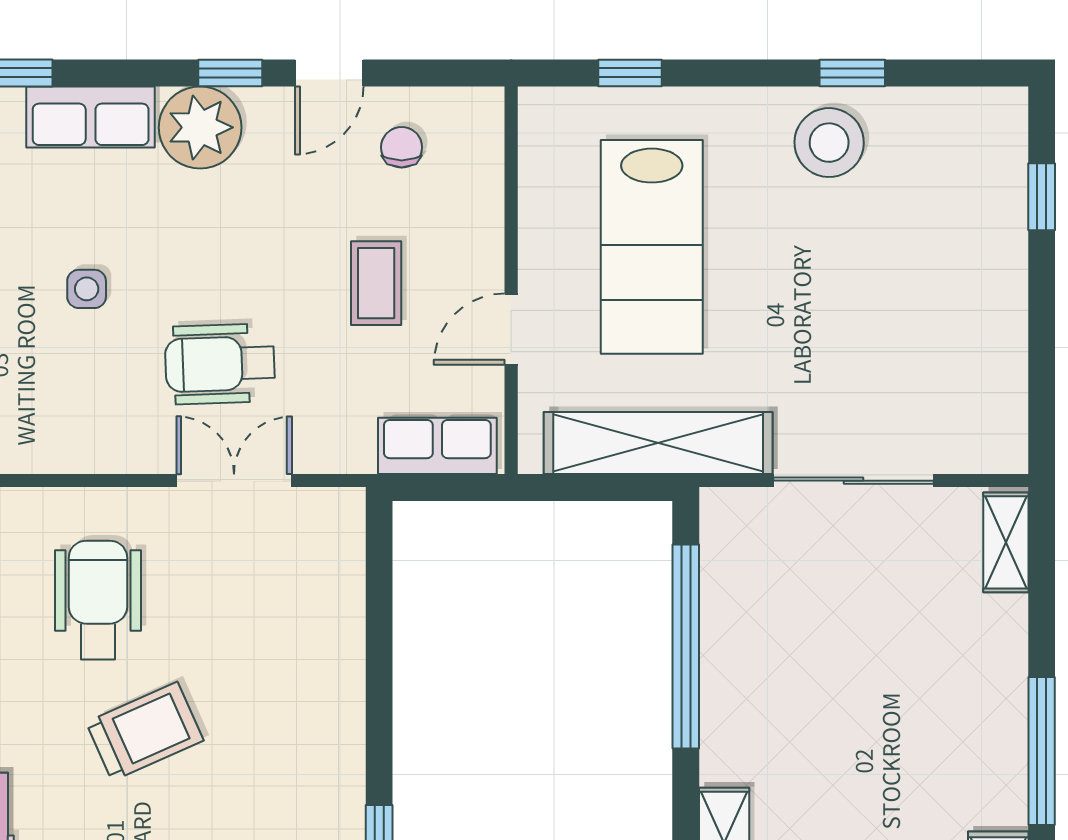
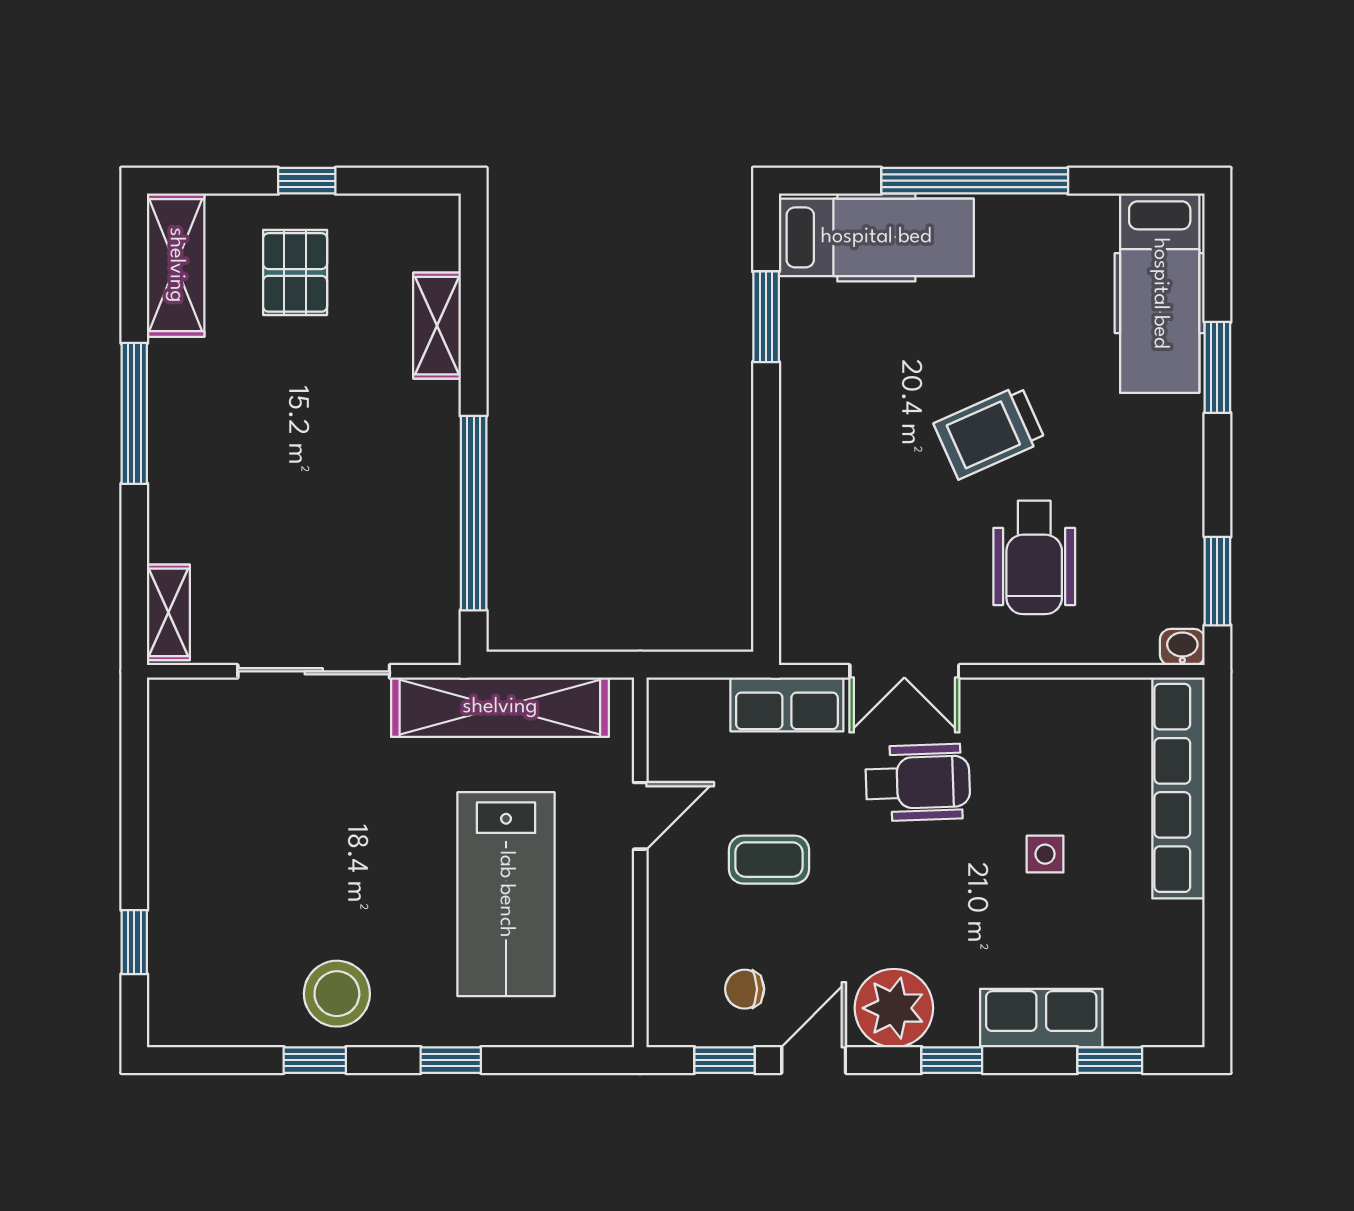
window: (230, 73) -> (952, 1060), moved
window: (423, 73) -> (724, 1060), added
window: (630, 73) -> (451, 1060), moved
plant: (200, 127) -> (894, 1008), moved
chair: (402, 147) -> (745, 989), turned 90
lab bench: (652, 247) -> (506, 894), turned 180
coffee table: (376, 283) -> (769, 860), turned 90
row of seats: (437, 446) -> (787, 704), moved

